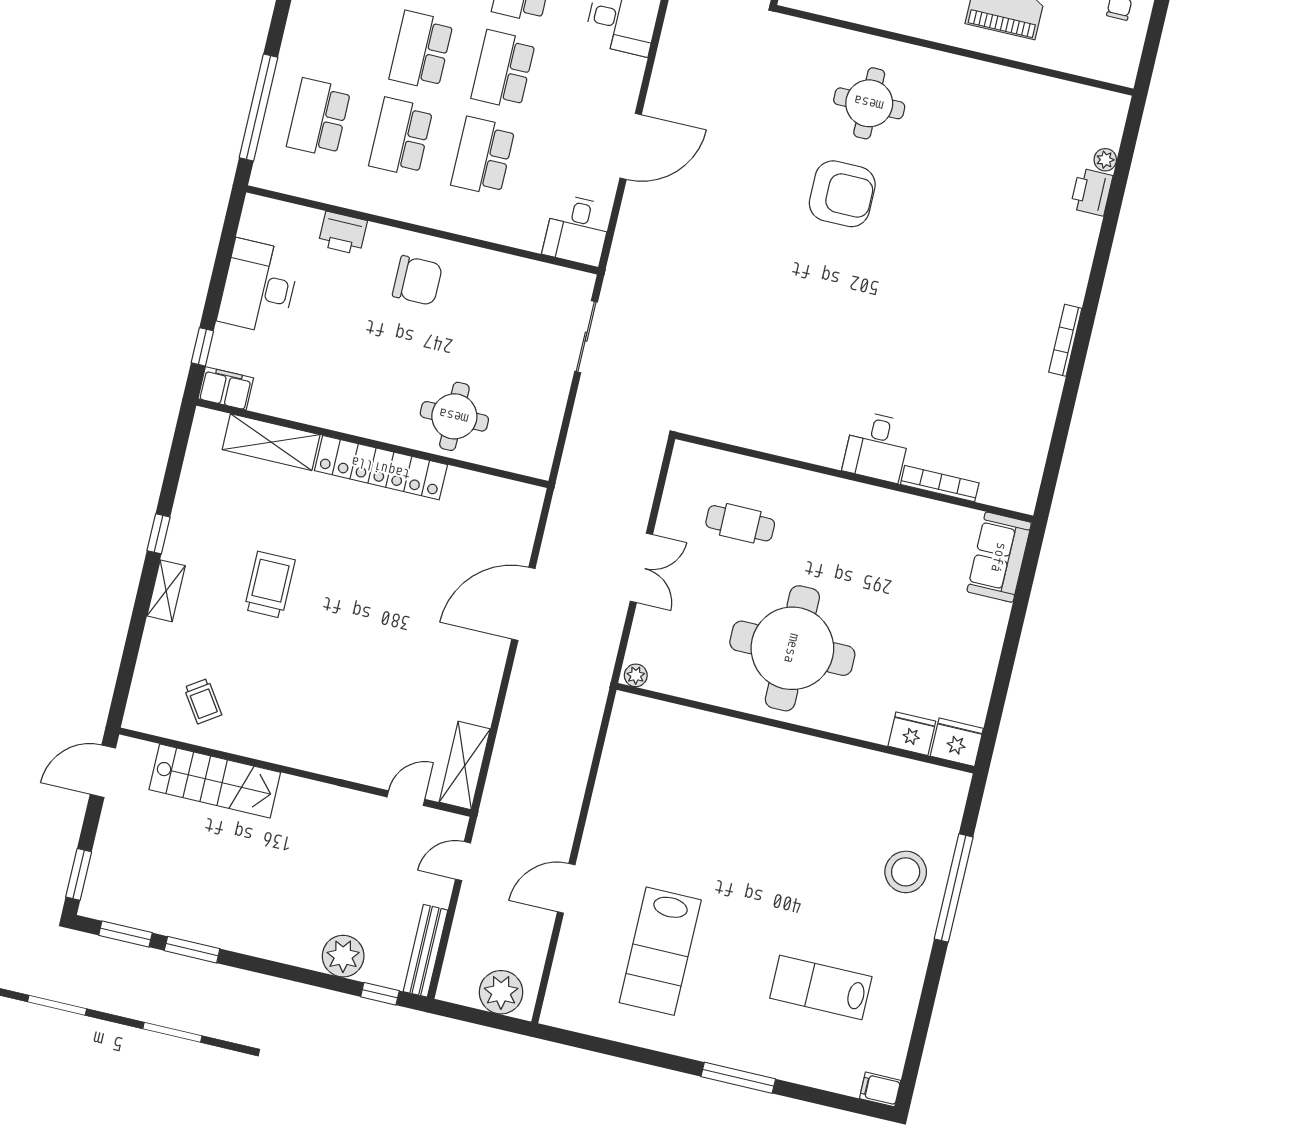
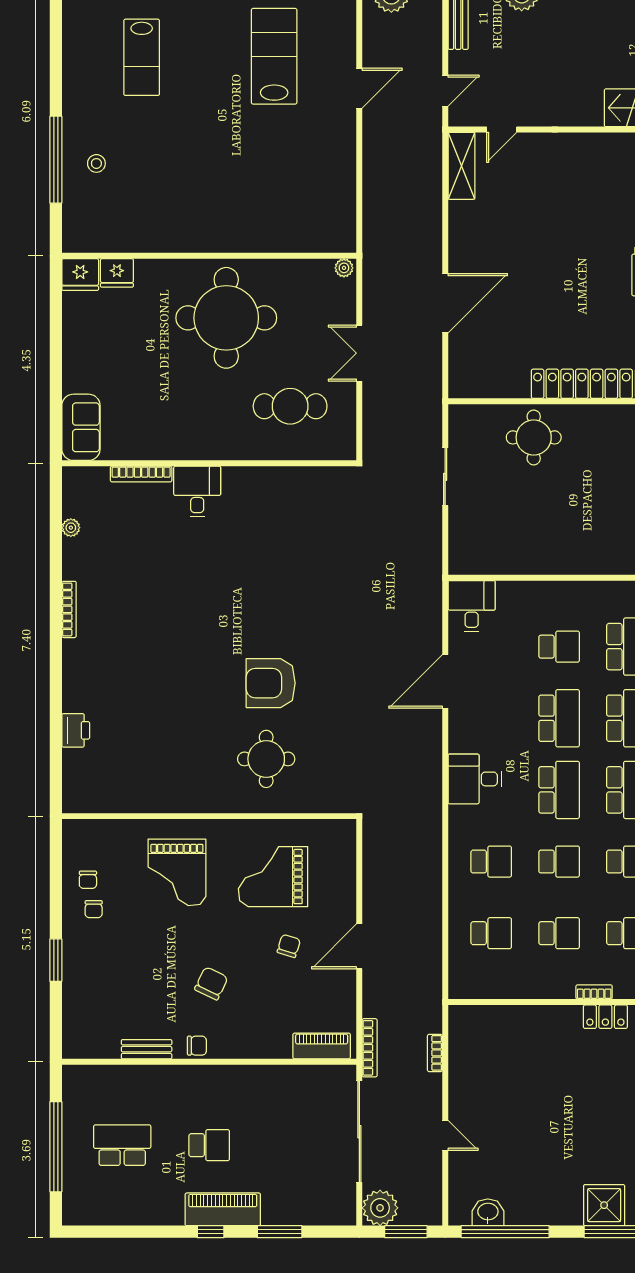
school desk: (483, 156) -> (559, 647), width x0.54
plant: (1105, 160) -> (71, 528), moved
chair: (417, 281) -> (588, 537), removed
sliding door: (586, 337) -> (445, 477), moved
cafe table: (740, 523) -> (290, 406), width x1.37, depth x1.35
stool: (906, 872) -> (96, 163), width x0.53, depth x0.53
lab bench: (821, 987) -> (142, 57), turned 90

